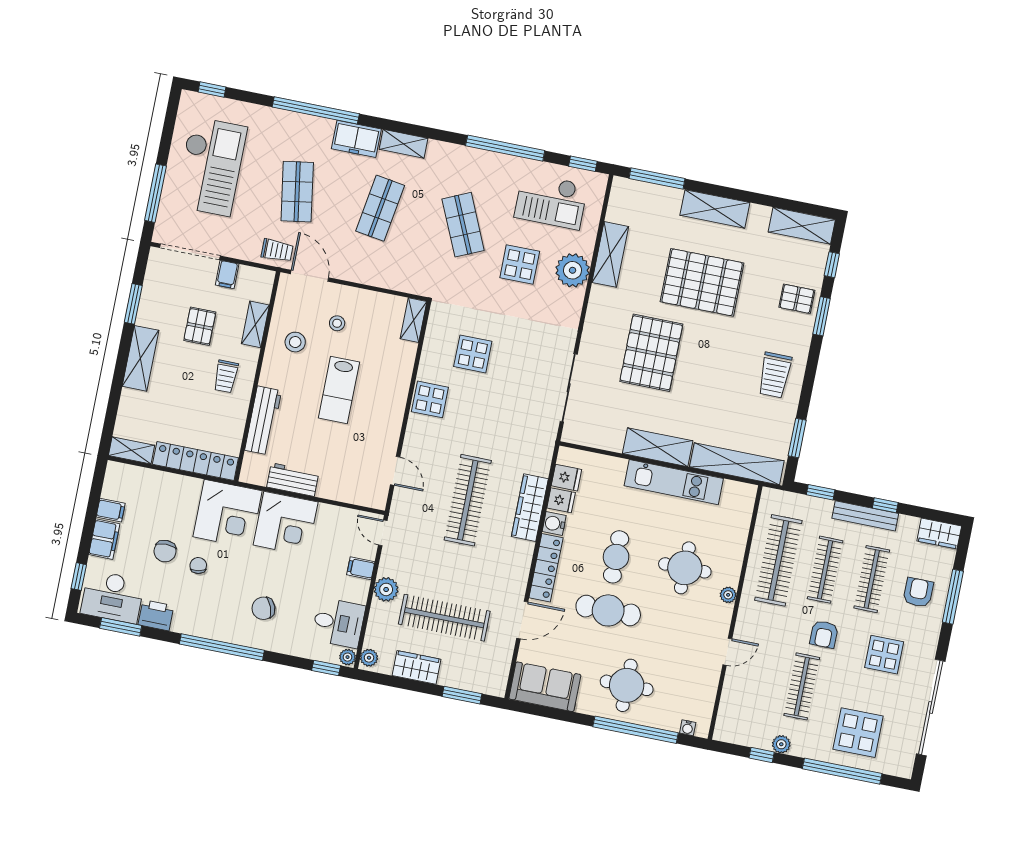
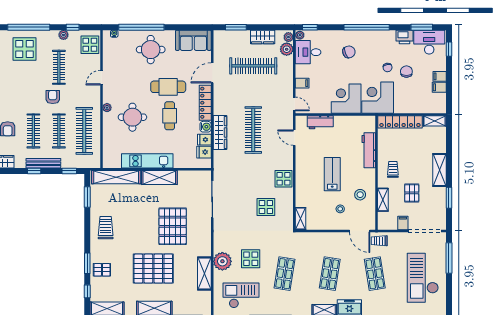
shop shelf: (463, 225) -> (285, 274), turned 33
workbench: (293, 480) -> (320, 122), moved
filing cabinet: (104, 539) -> (440, 76), width x0.50
plant: (386, 589) -> (287, 49), moved
display table: (884, 655) -> (90, 45), moved

